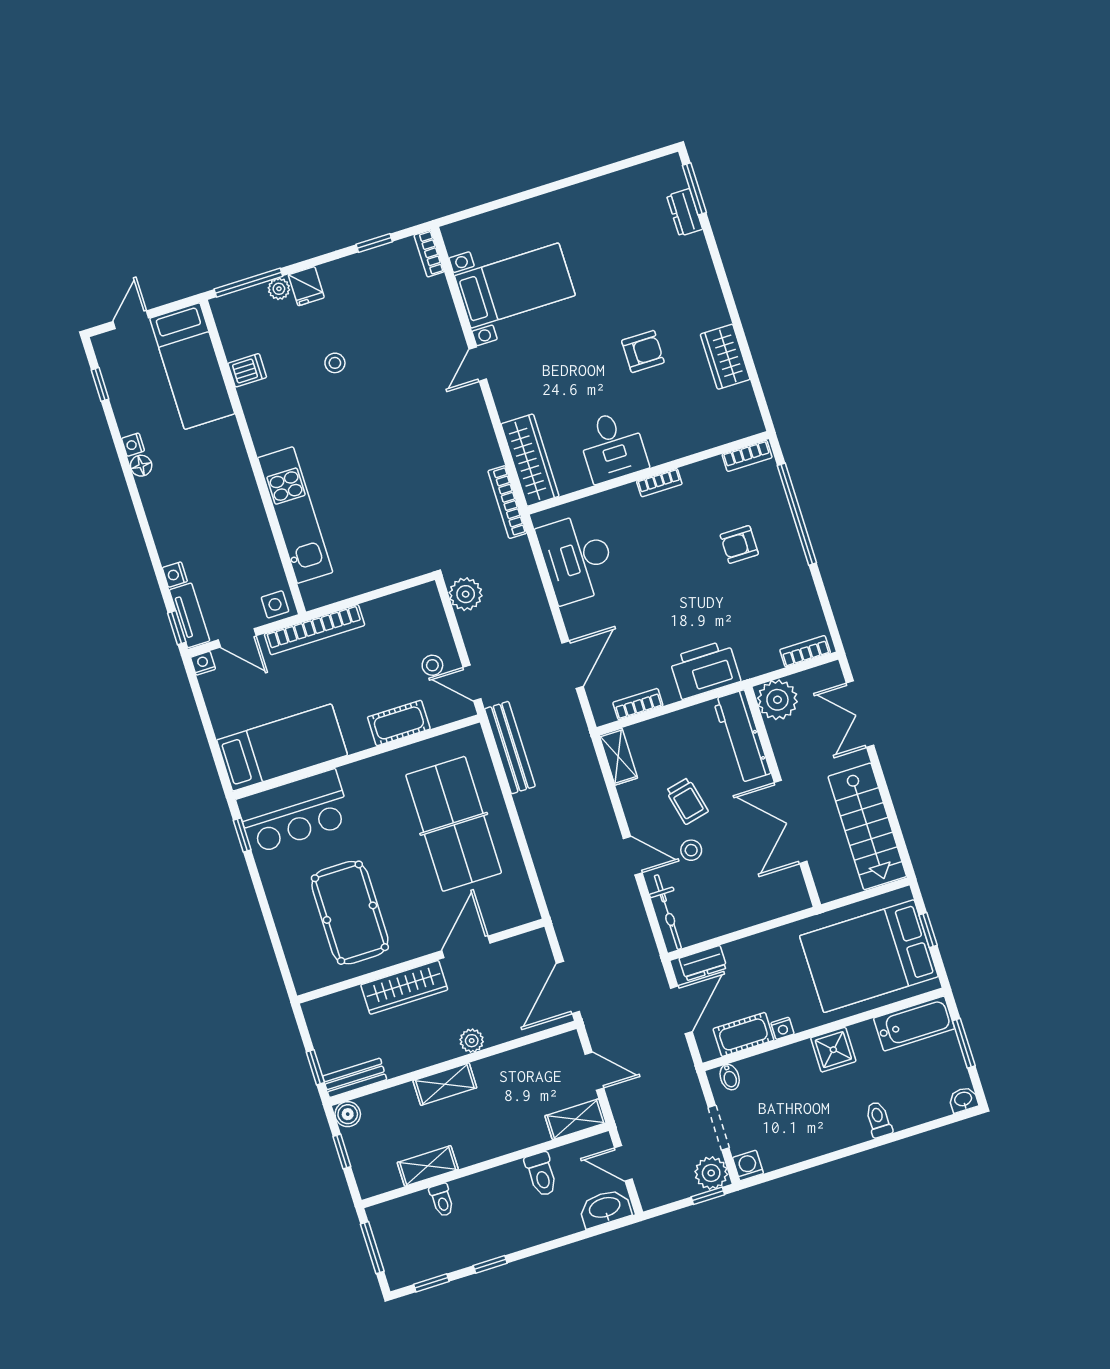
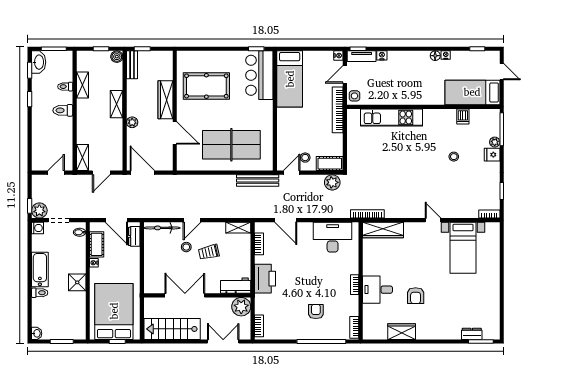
desk: (613, 446) -> (377, 290), moved
cot: (399, 723) -> (330, 164), moved, turned 90
workbench: (742, 736) -> (236, 286), width x0.73
bathtub: (914, 1023) -> (40, 269), moved, turned 180
toilet: (541, 1174) -> (63, 110), moved
washbasin: (605, 1208) -> (39, 62), moved

